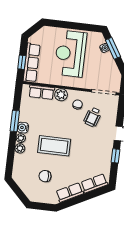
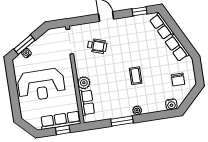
chair: (78, 104) -> (89, 64), removed
water cooler: (23, 128) -> (171, 104), moved
coffee table: (54, 146) -> (136, 76), width x0.54, depth x0.58
plant: (20, 148) -> (147, 108), removed
window: (116, 156) -> (139, 11), moved
chair: (45, 176) -> (178, 80), moved

